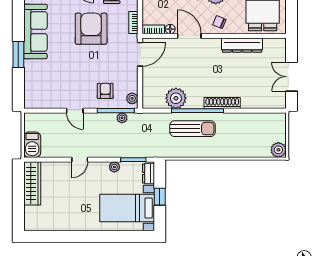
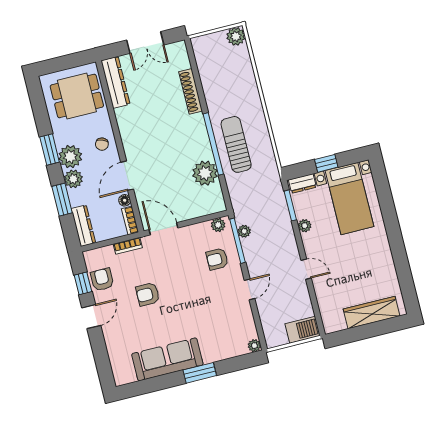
armchair: (91, 29) -> (148, 294), width x0.53, depth x0.53
dresser: (242, 45) -> (116, 82), moved
plant: (29, 103) -> (254, 346), added
shoe rack: (222, 103) -> (191, 91), moved
wardrobe: (32, 183) -> (372, 313), moved

